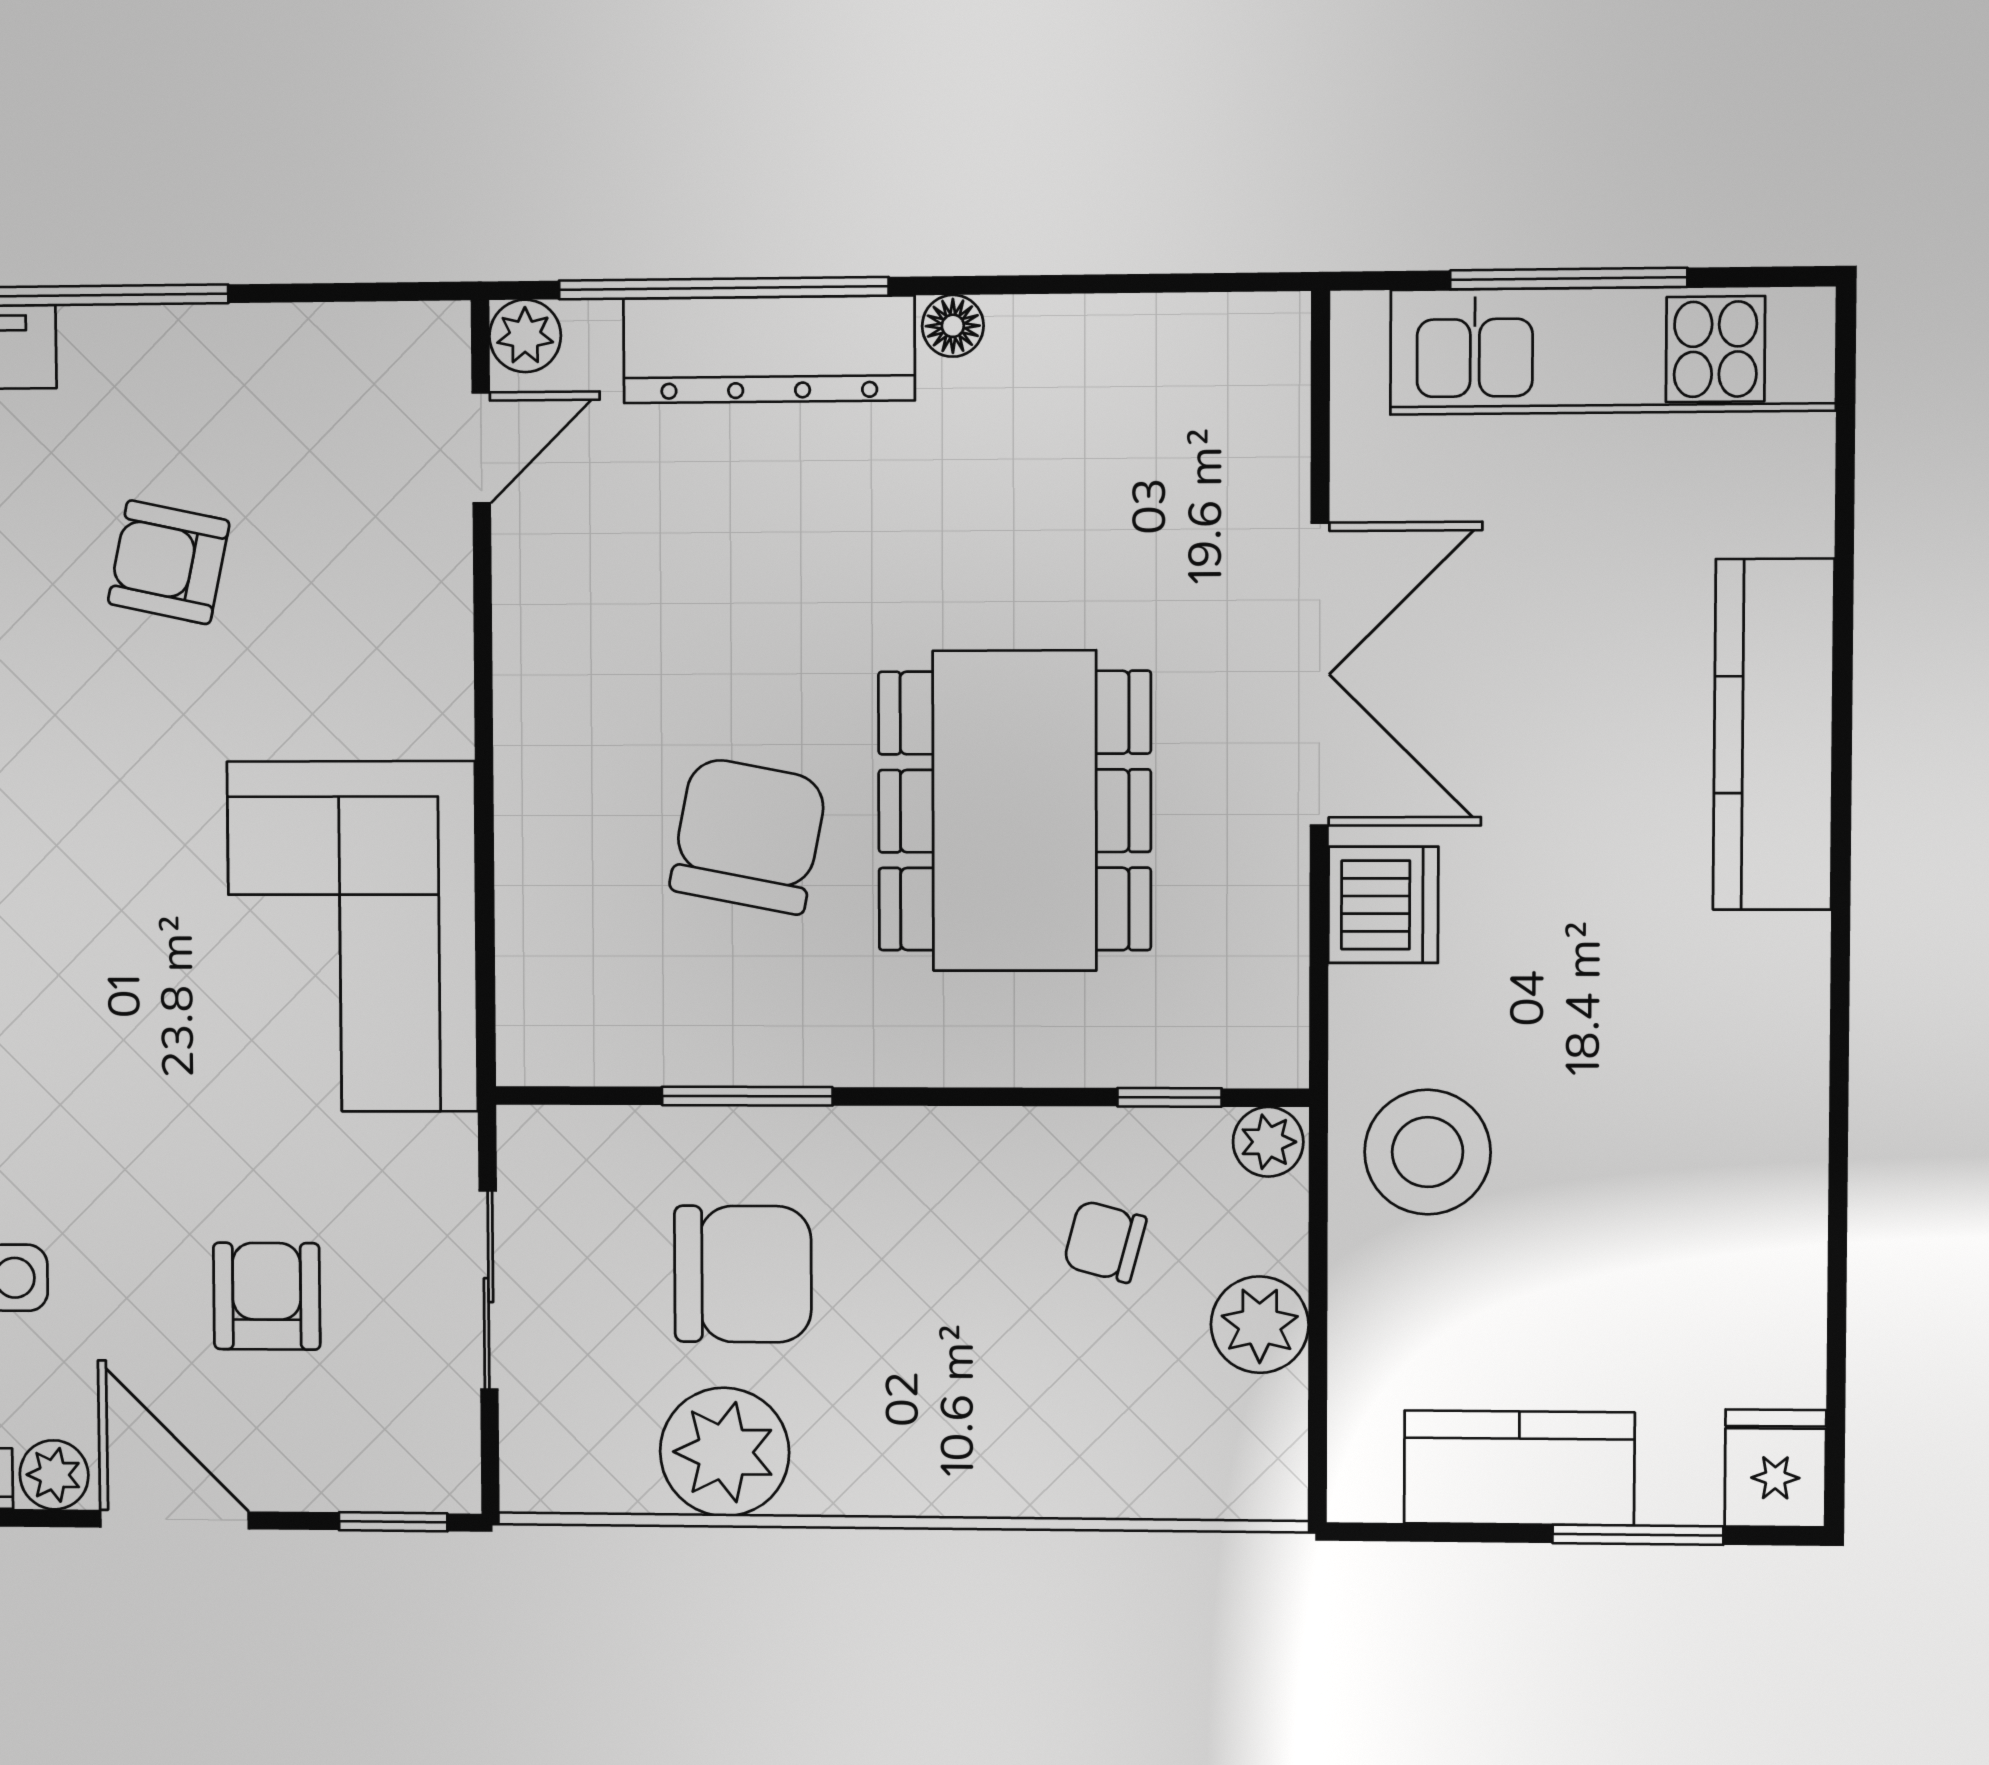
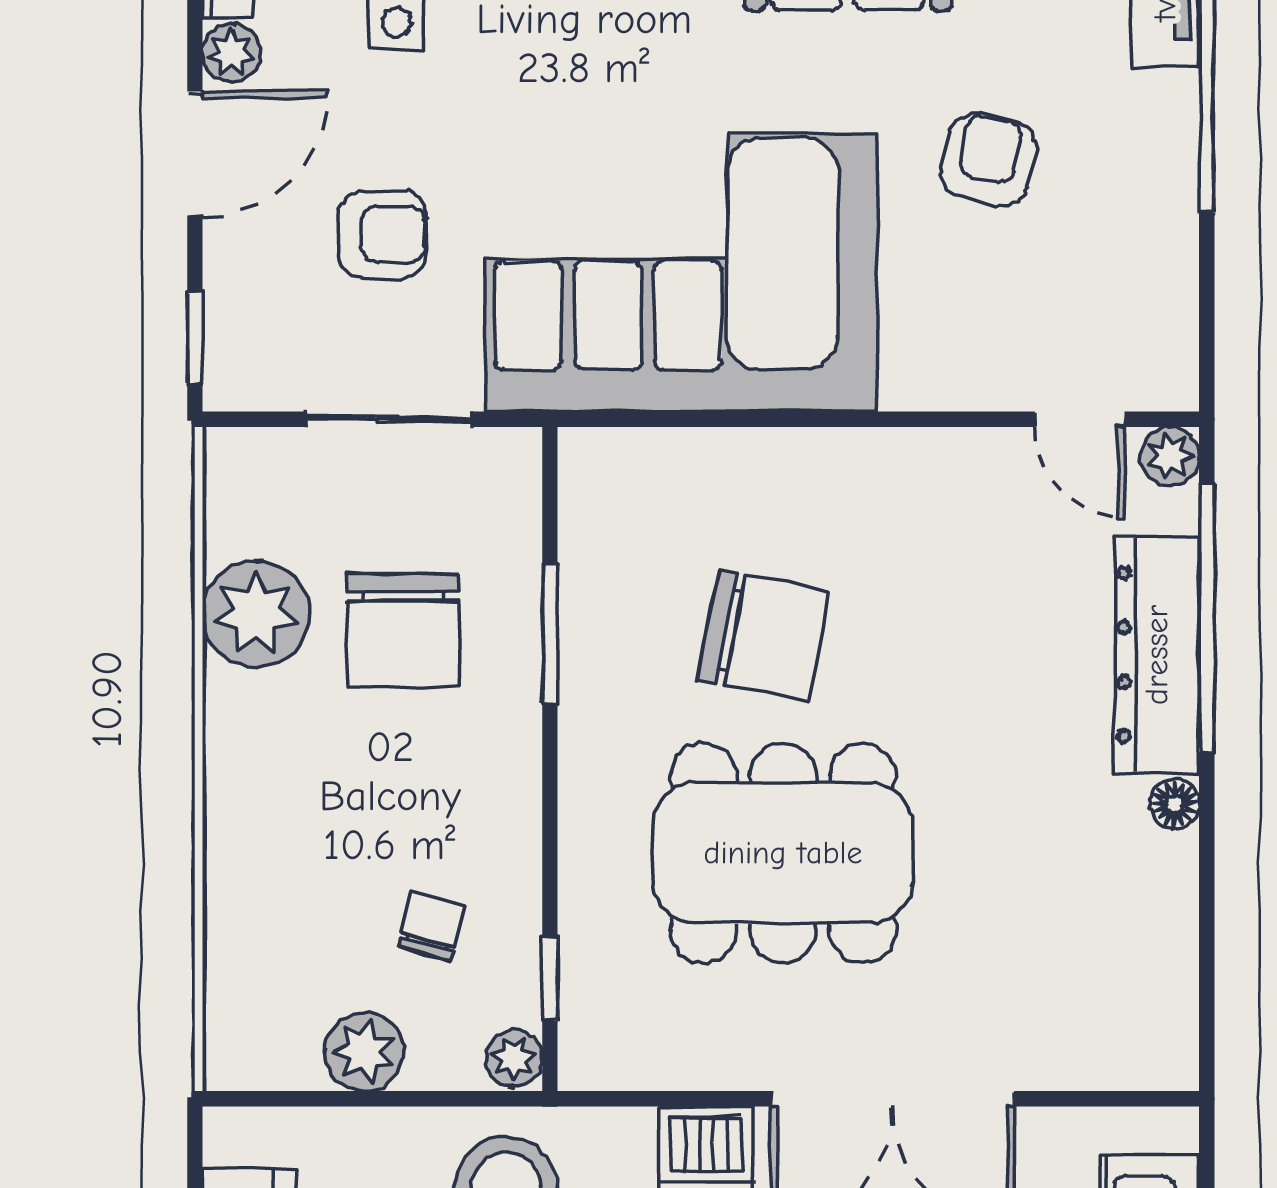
corner sofa: (352, 937) -> (681, 272), width x1.36, depth x1.36

